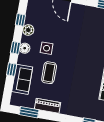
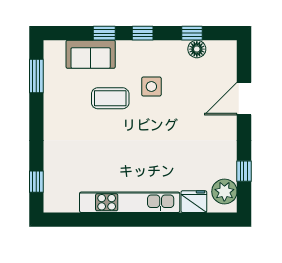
plant: (28, 30) -> (177, 50), removed
floor lamp: (25, 48) -> (197, 49), moved
piano: (48, 106) -> (53, 106), removed

